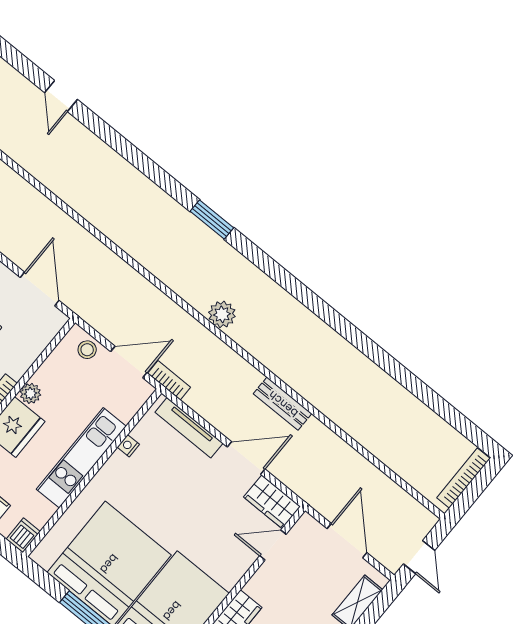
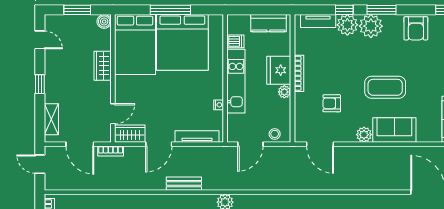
bookcase: (169, 380) -> (111, 151), moved
bench: (283, 404) -> (184, 184), moved
dishwasher: (23, 535) -> (235, 41), moved, turned -90

